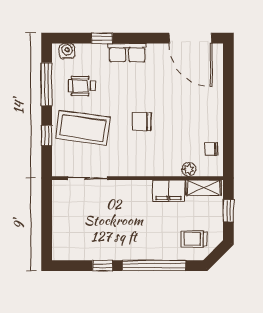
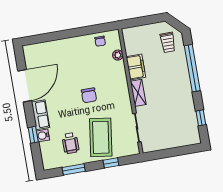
door: (190, 38) -> (25, 86), moved
water cooler: (67, 51) -> (43, 135), moved
window: (47, 84) -> (74, 169), width x0.69
shelving: (204, 188) -> (138, 93), moved
window: (228, 211) -> (143, 21), removed
window: (103, 266) -> (201, 118), moved

